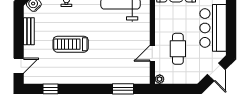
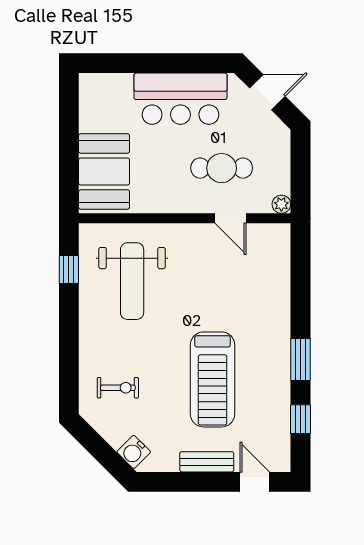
bench: (29, 31) -> (207, 462), moved
treadmill: (71, 44) -> (213, 379), width x1.37, depth x1.38
window: (123, 89) -> (300, 359), moved

